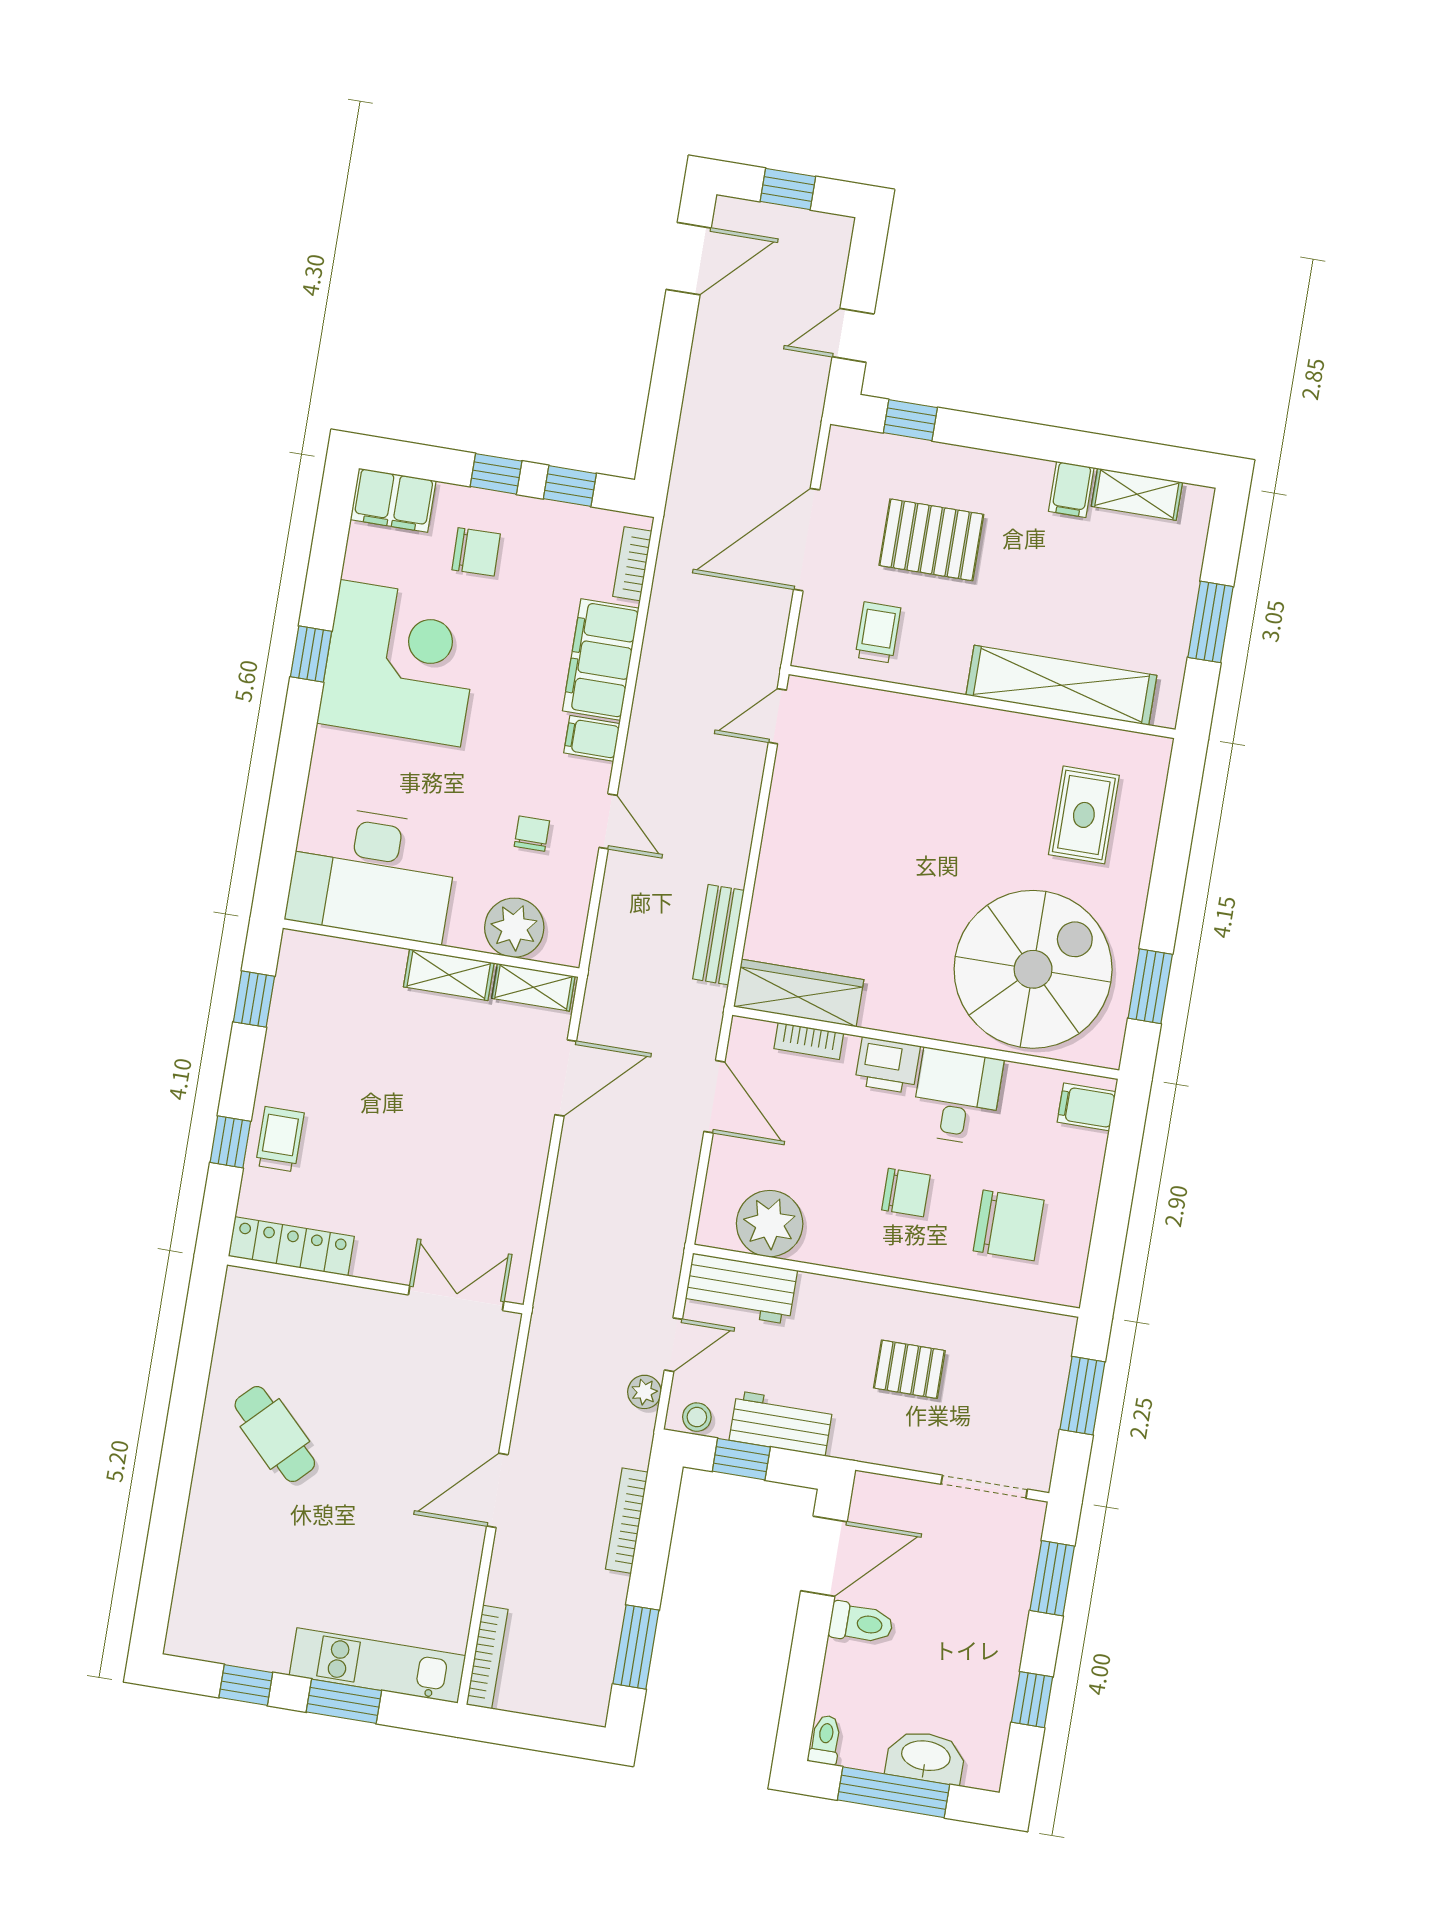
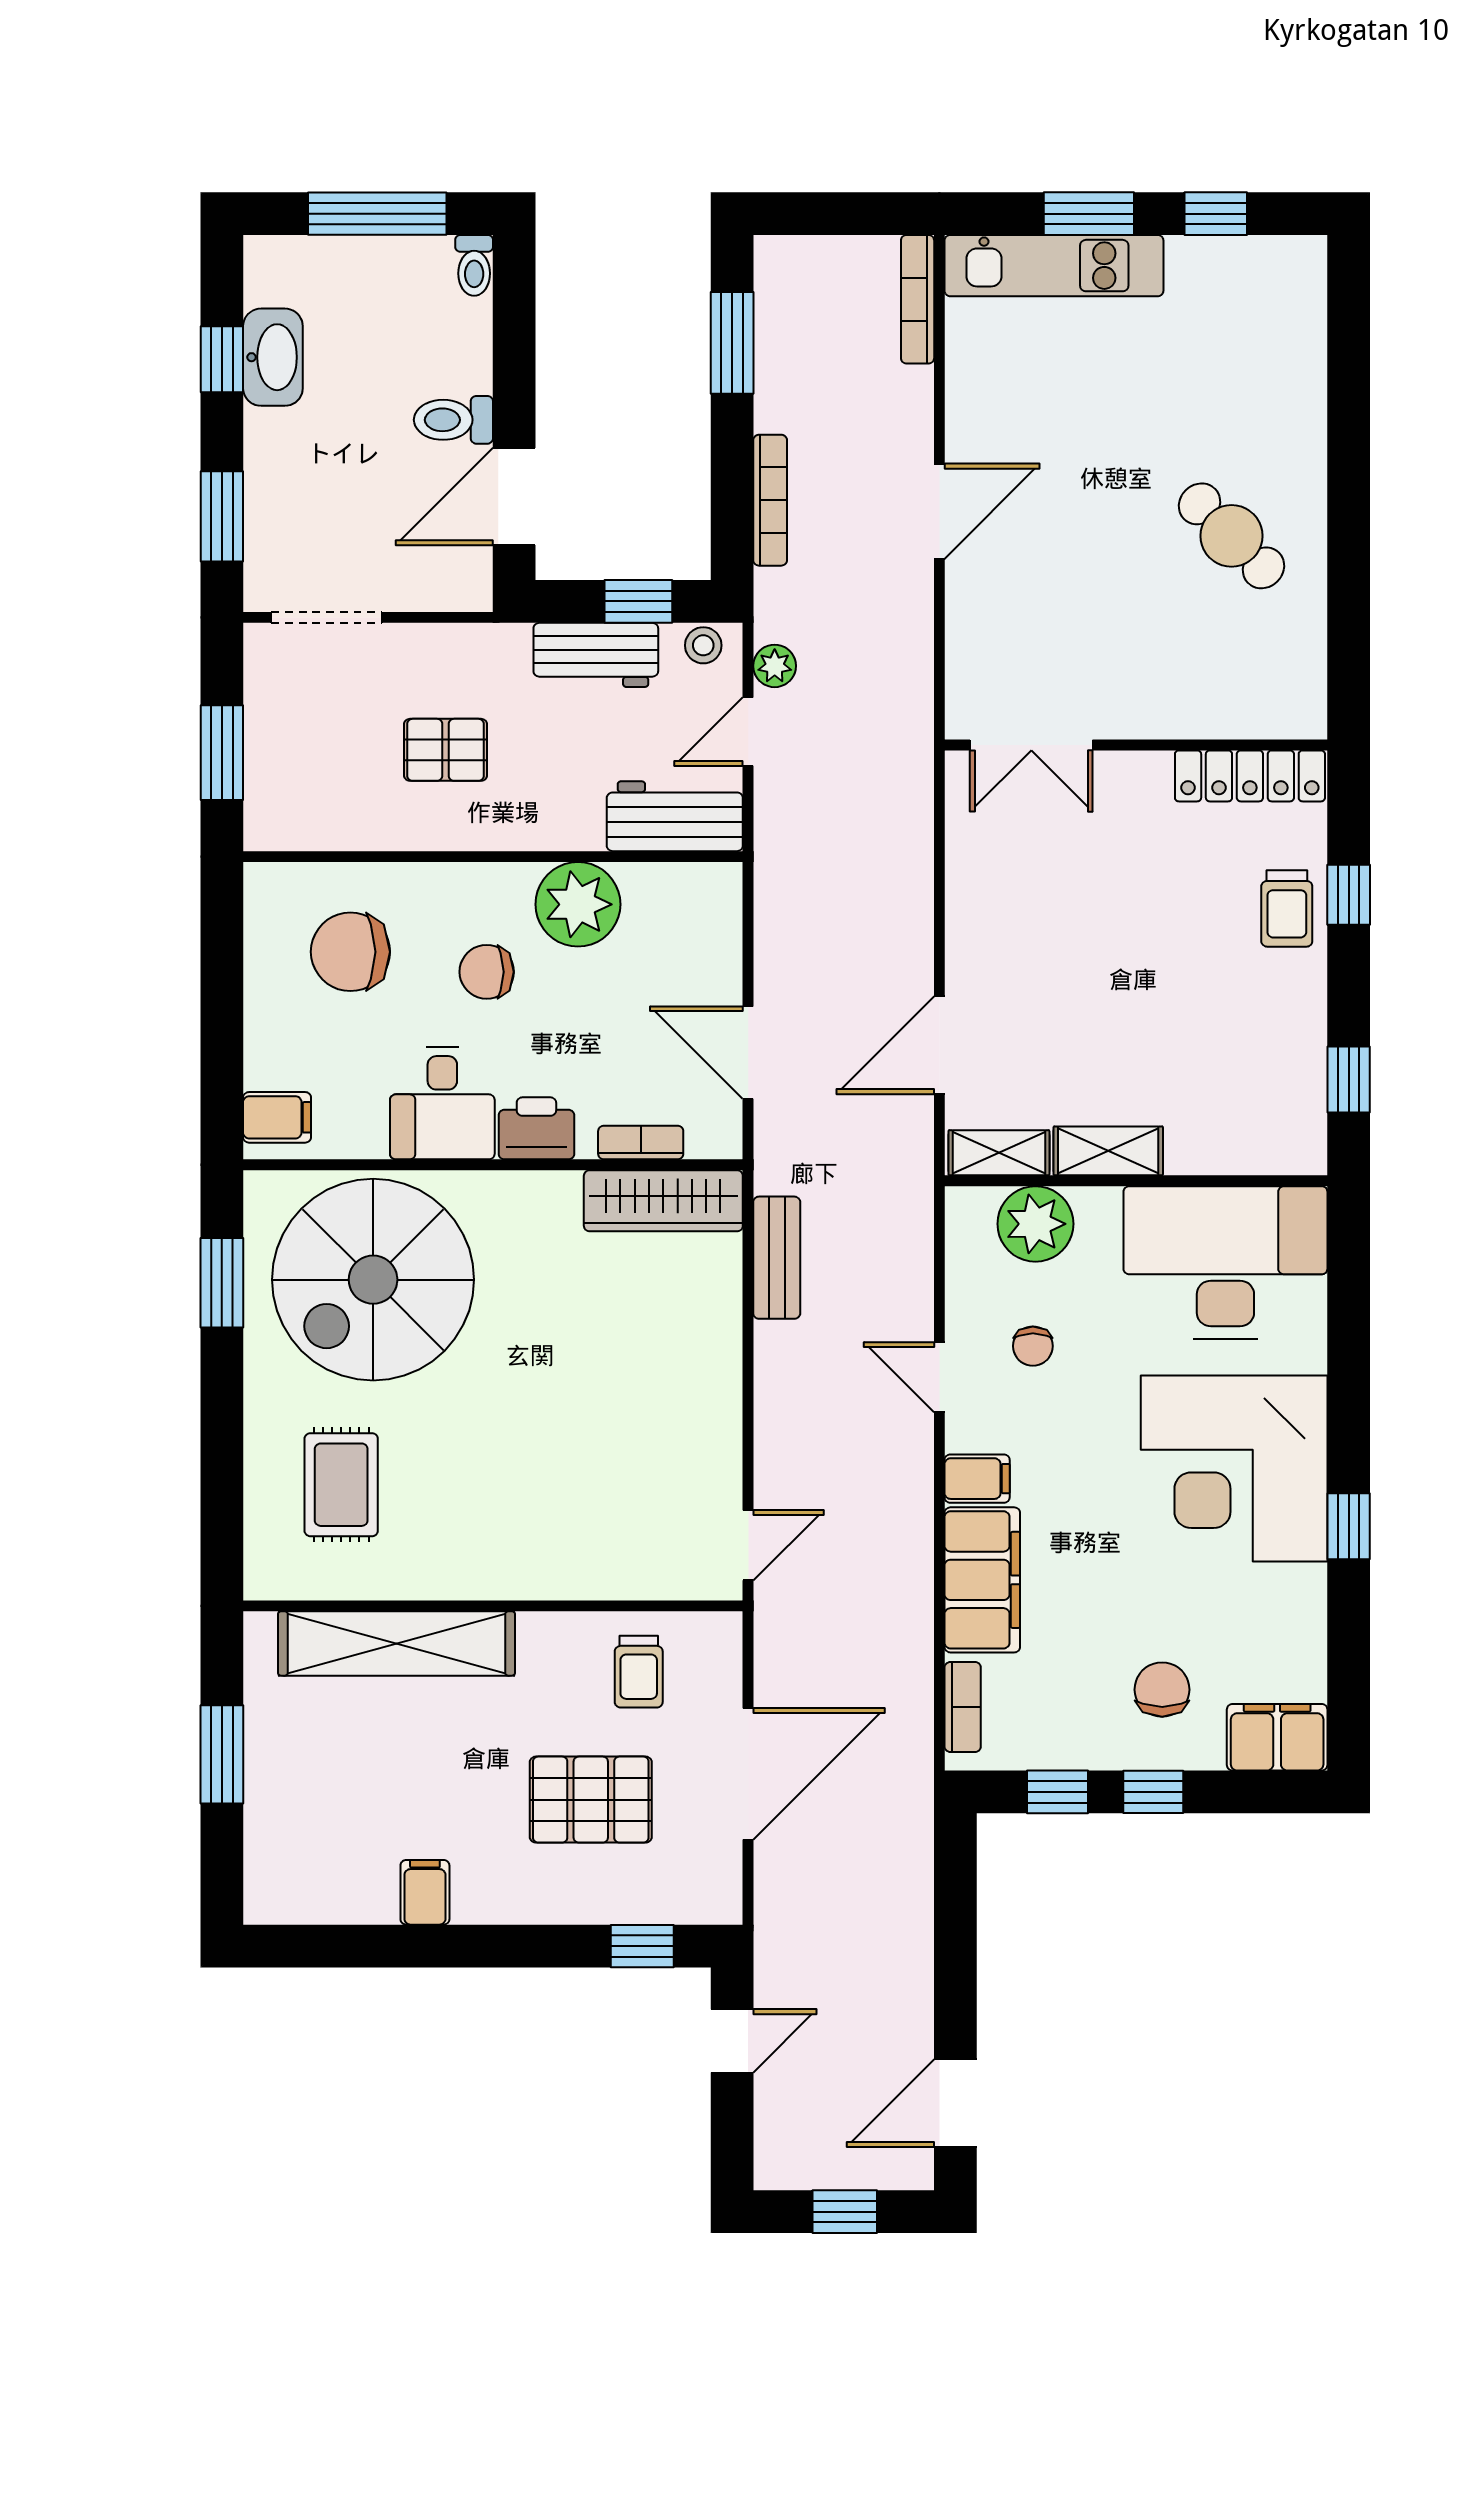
shelving: (1137, 494) -> (341, 1900), removed
chair: (476, 552) -> (1162, 1690), turned 91
corner desk: (400, 663) -> (1234, 1469), moved
plant: (770, 1224) -> (578, 904), moved
washbasin: (926, 1757) -> (273, 357), moved, turned -90

